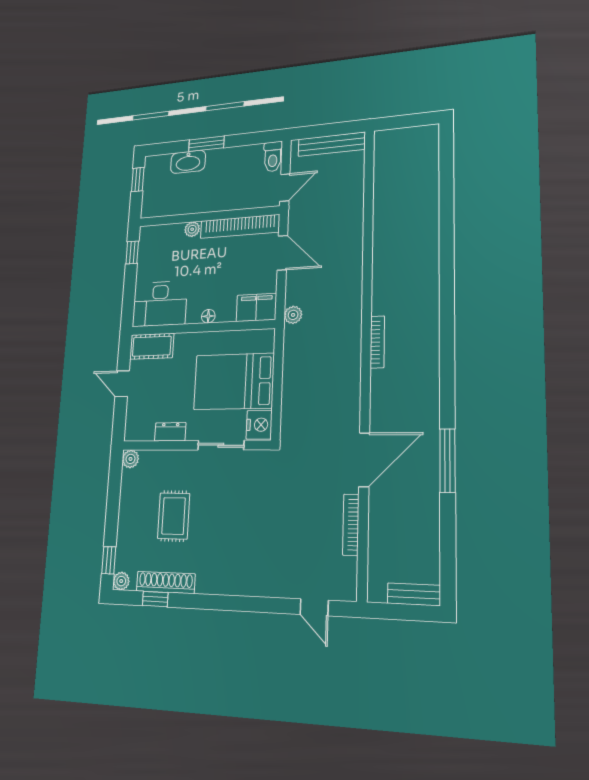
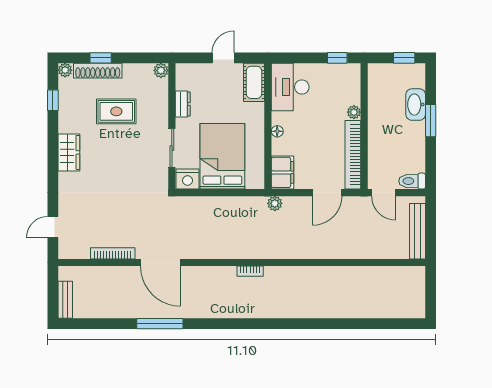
bookcase: (377, 342) -> (250, 271), width x0.64
window: (109, 560) -> (101, 58), moved
wardrobe: (219, 580) -> (69, 152), added
shoe rack: (166, 582) -> (98, 71), moved, turned 90

